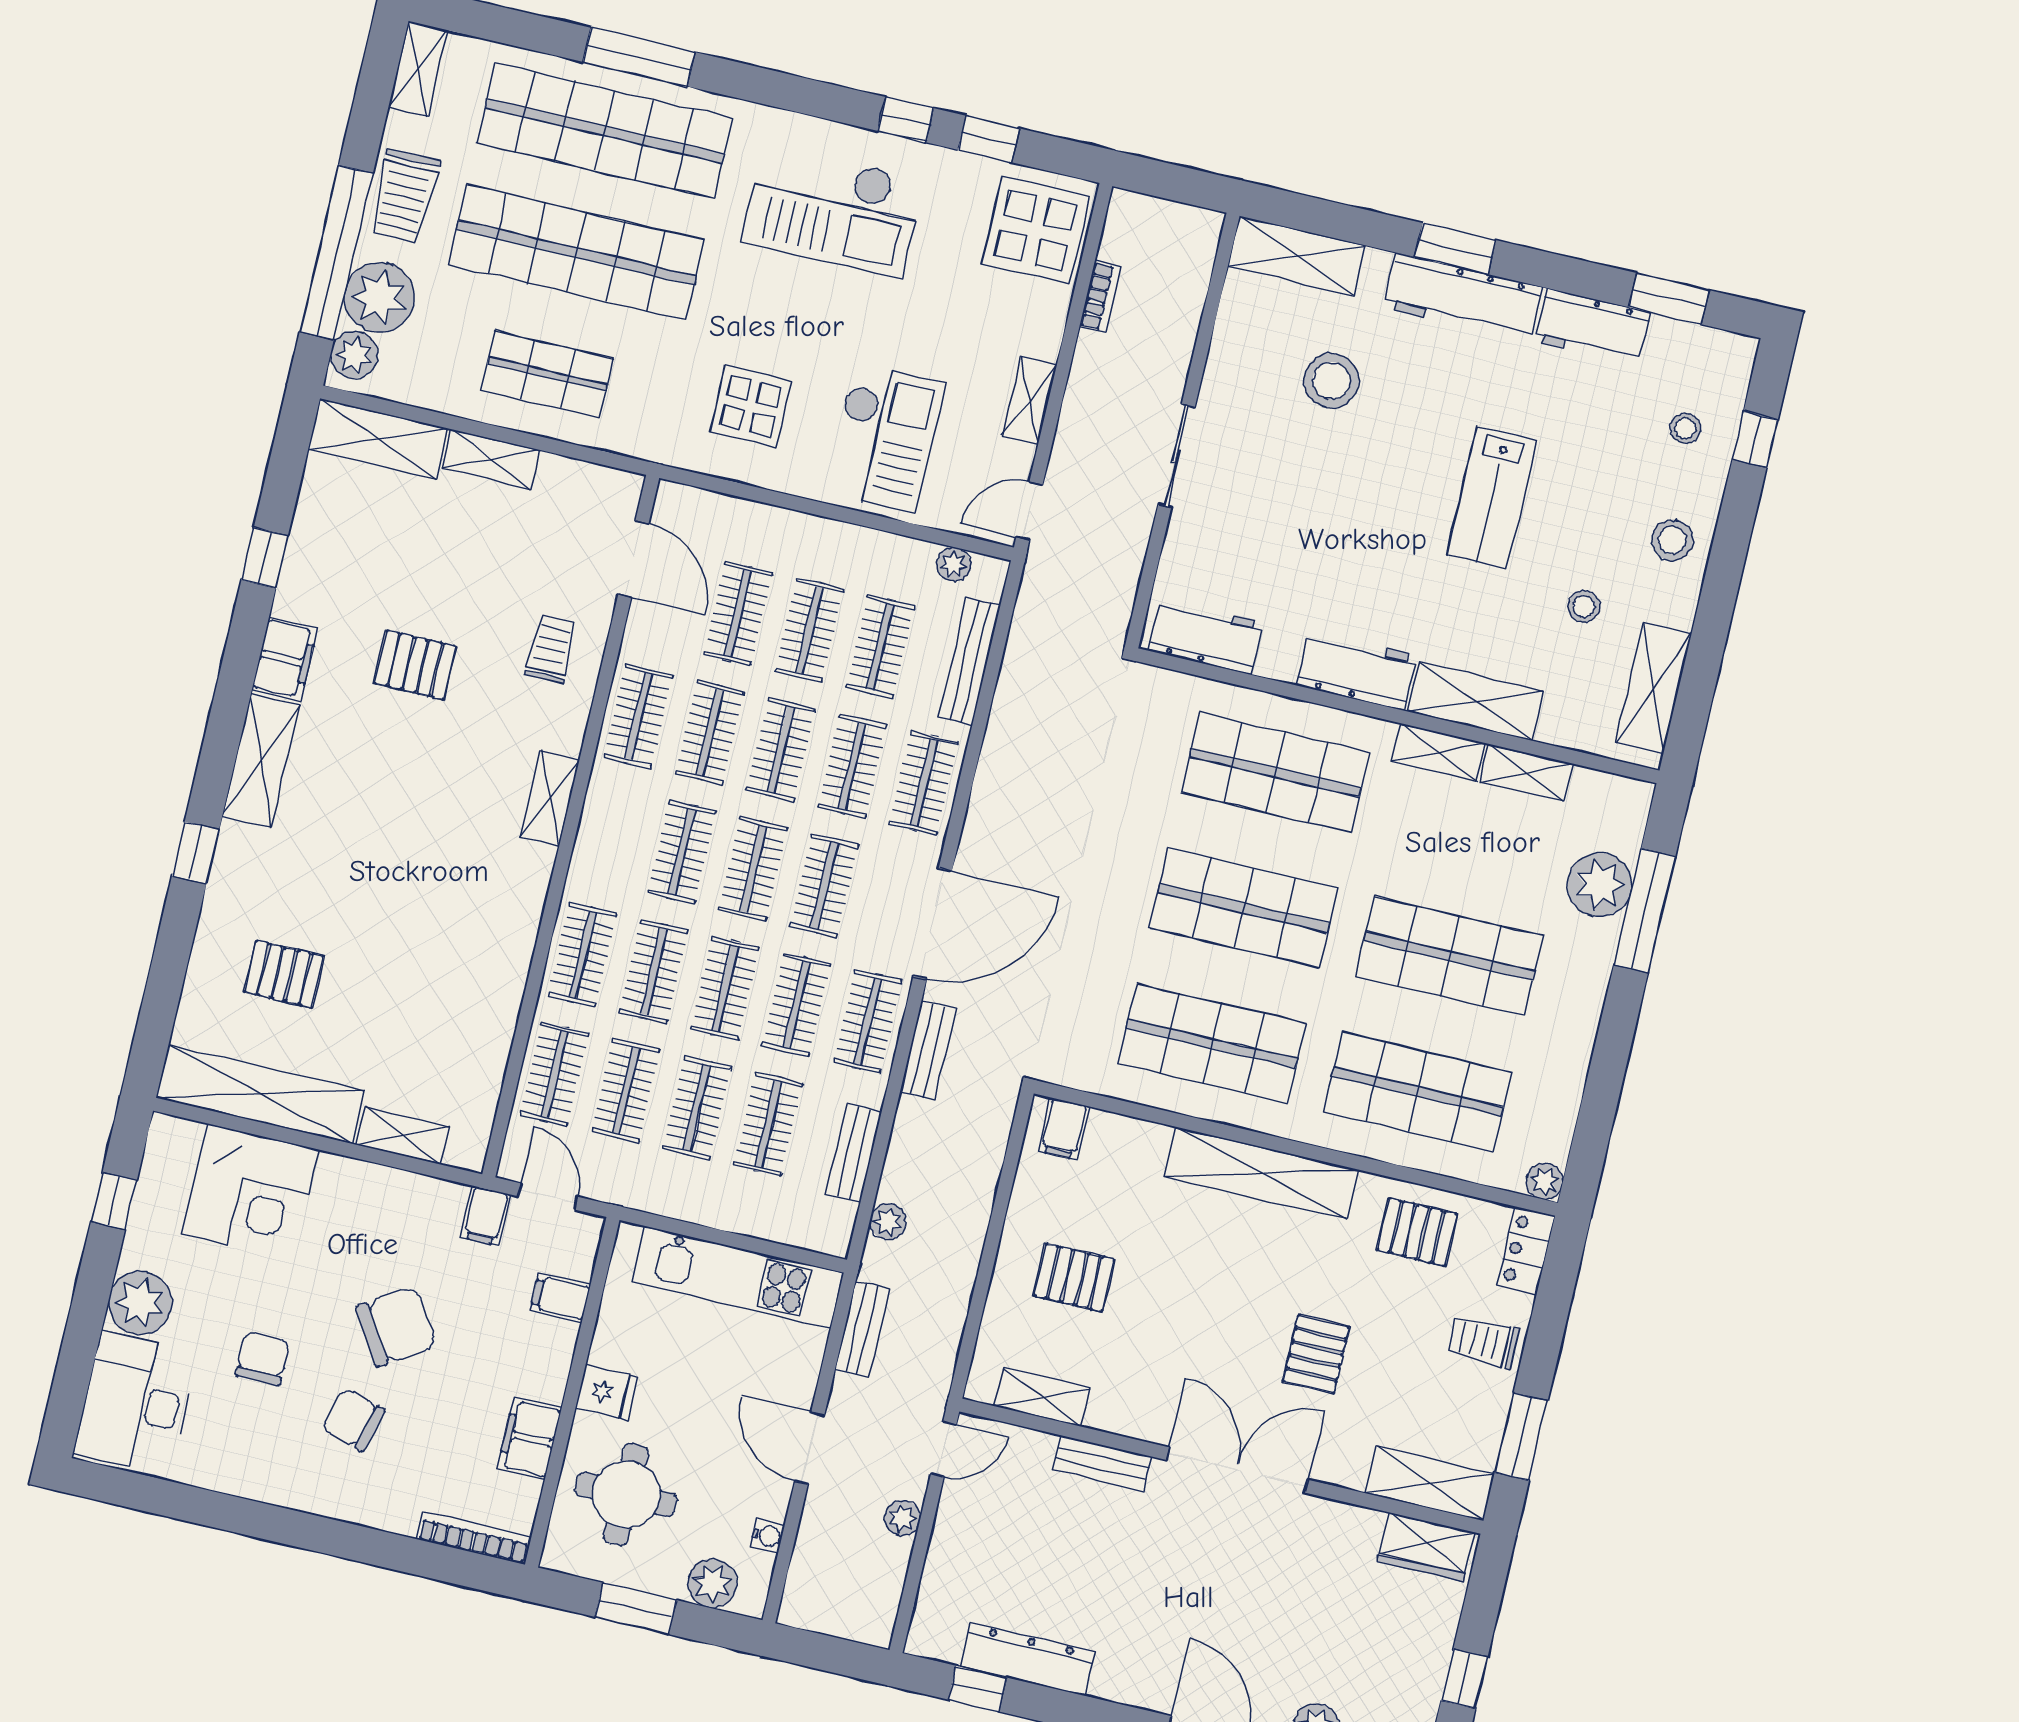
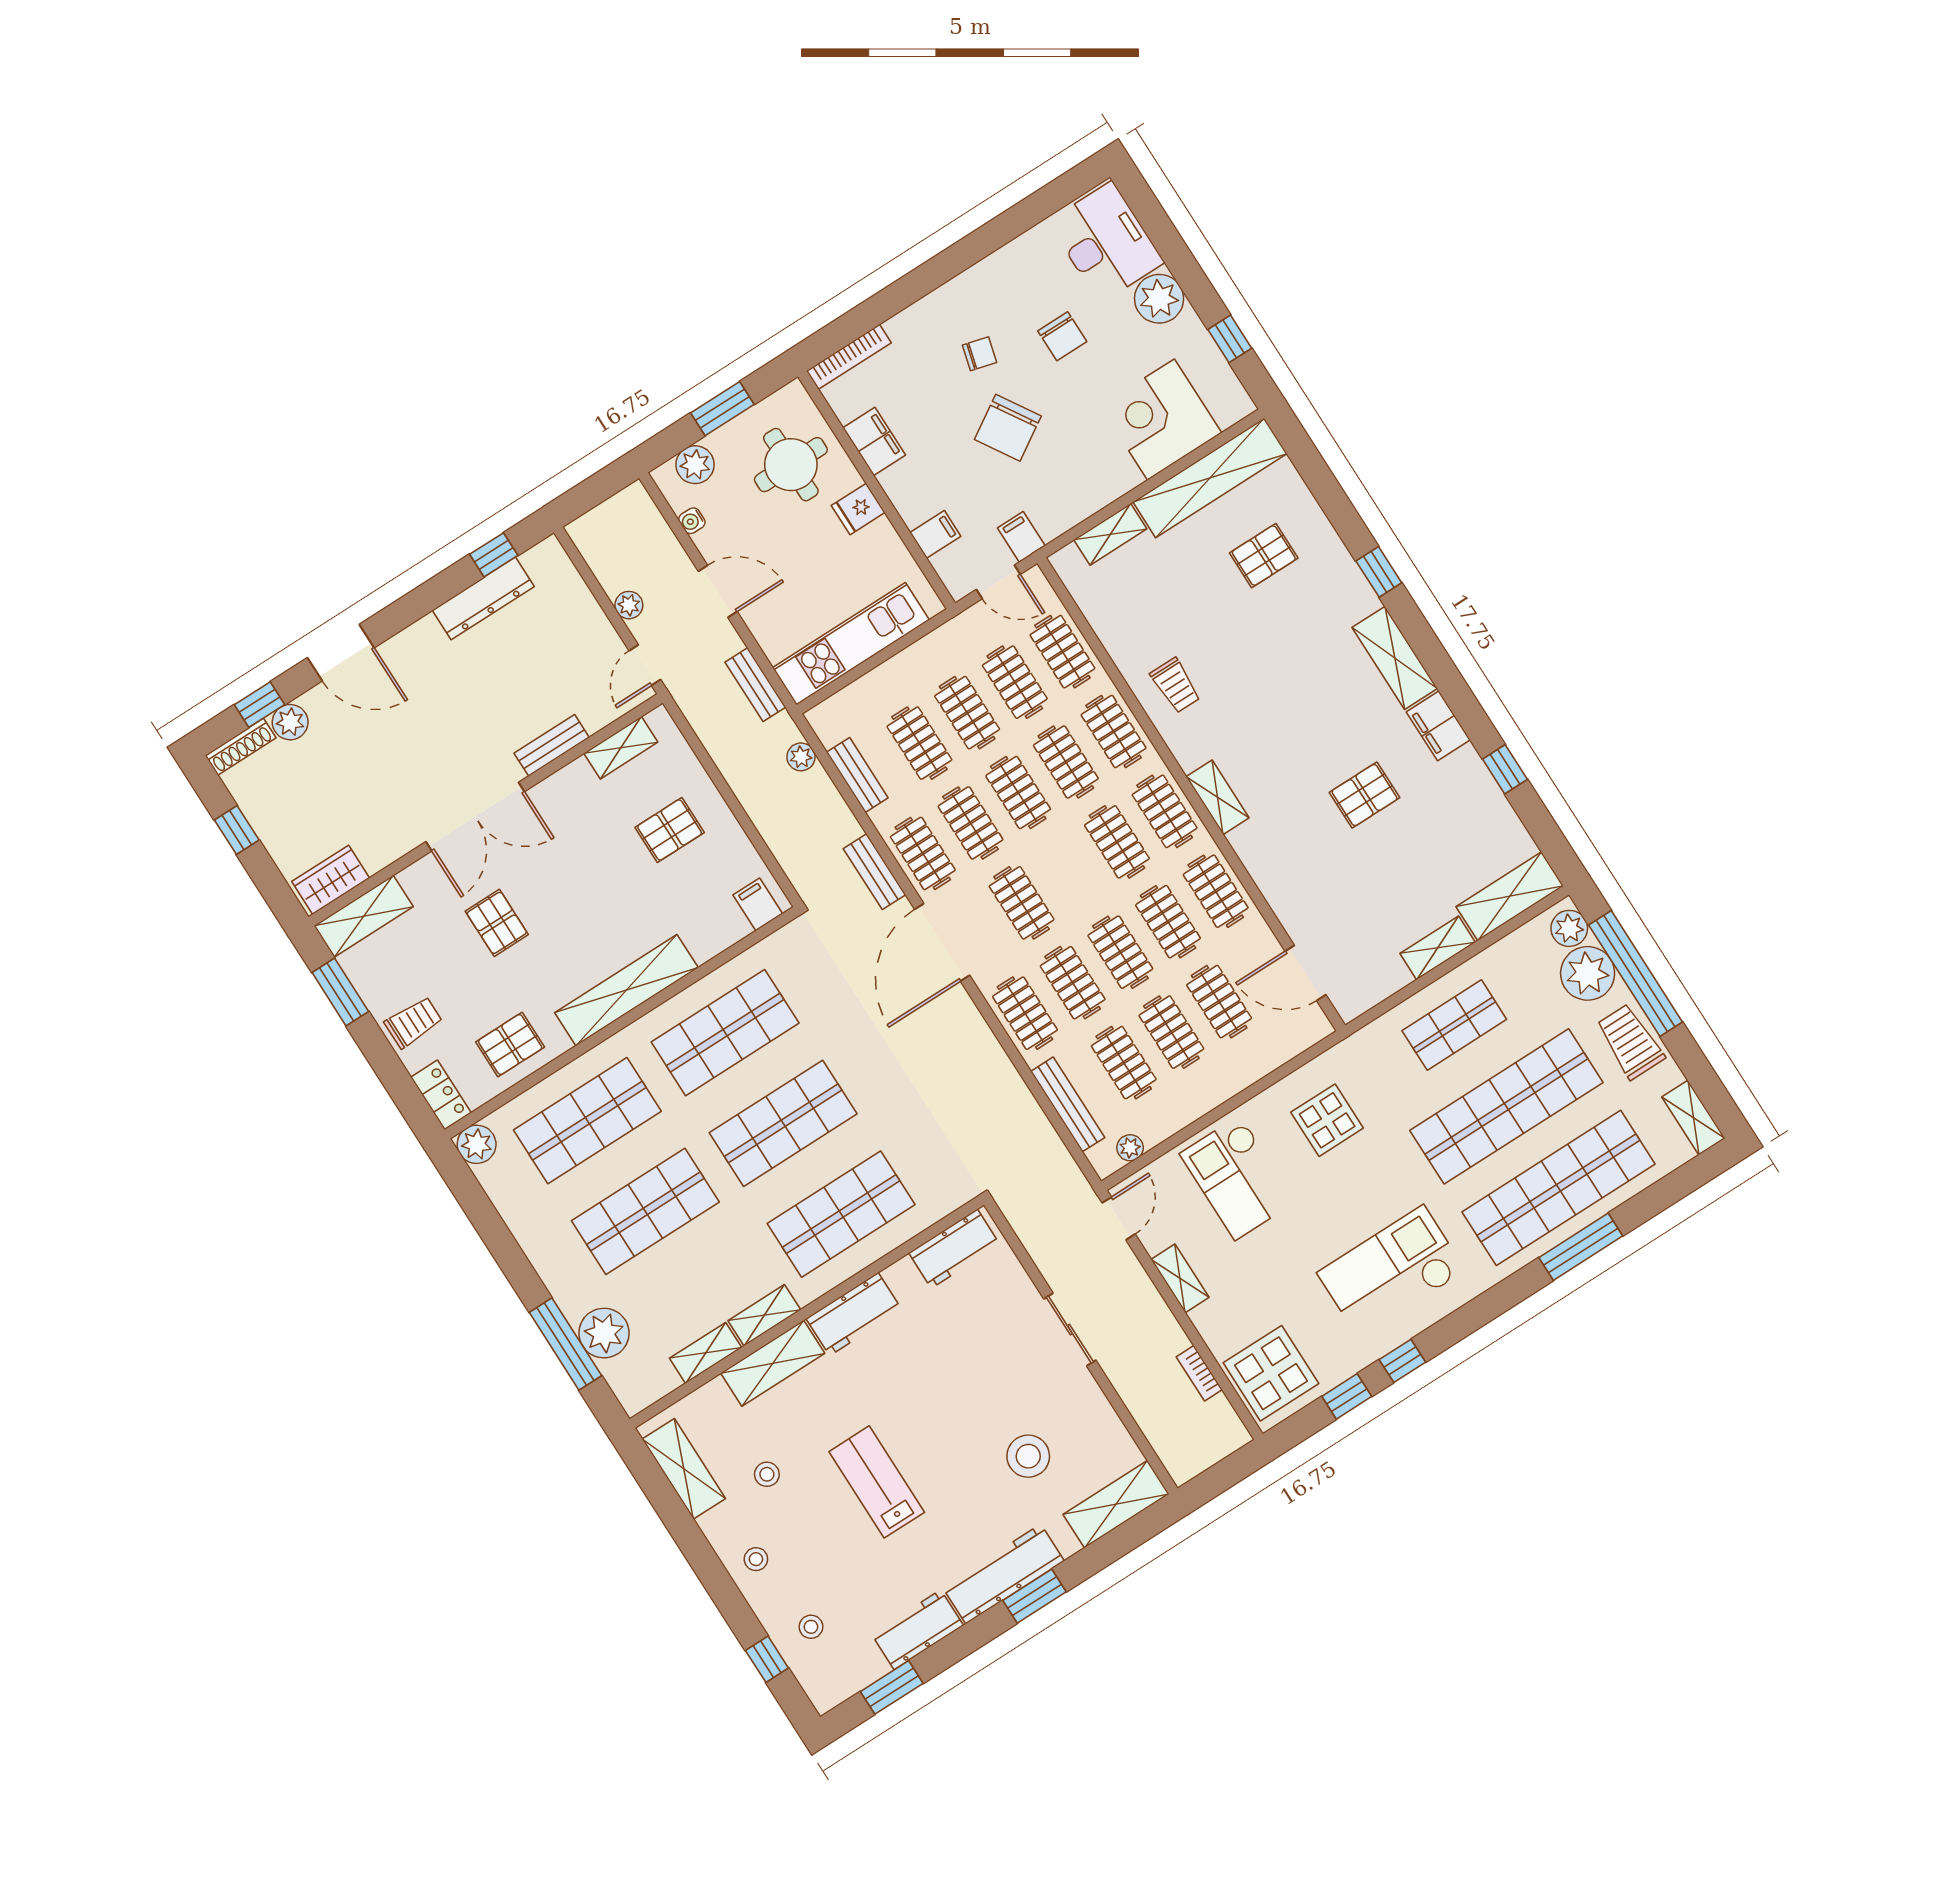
stool: (1672, 540) -> (756, 1559), width x0.73, depth x0.73
trolley: (551, 649) -> (1175, 685), moved
clothes rail: (753, 869) -> (1165, 811), moved
plant: (1545, 1181) -> (477, 1144), width x1.38, depth x1.38
chair: (353, 1420) -> (979, 354), width x0.73, depth x0.73

